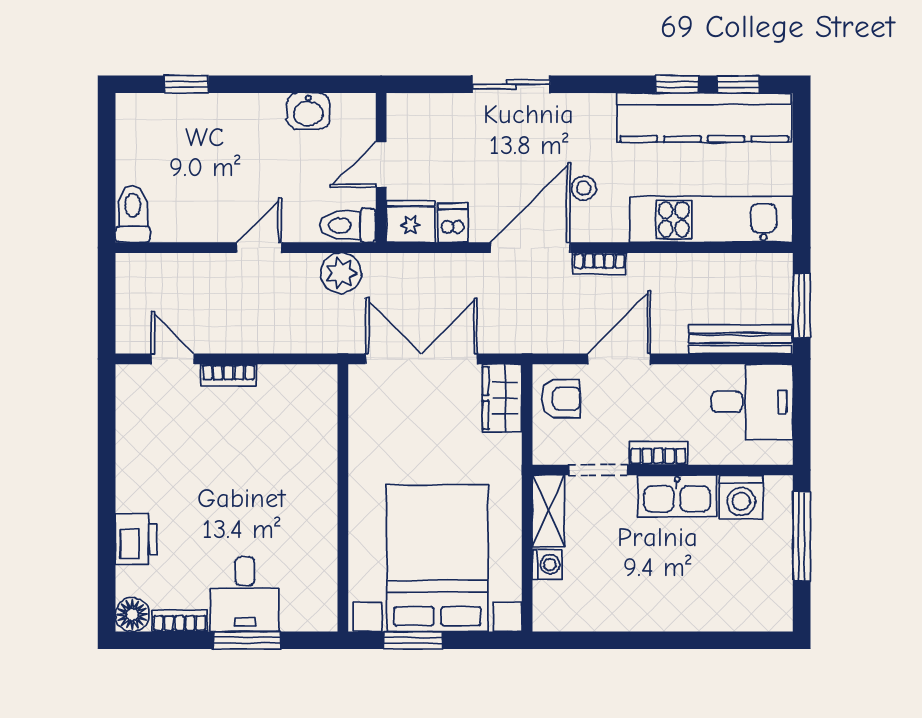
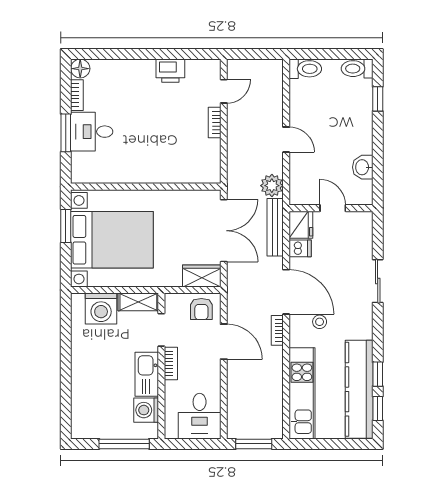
toilet: (348, 225) -> (357, 69), moved, turned -90
bench: (740, 339) -> (275, 227), moved
printer: (136, 539) -> (170, 71), moved
washing machine: (547, 564) -> (101, 309), width x1.89, depth x1.89

